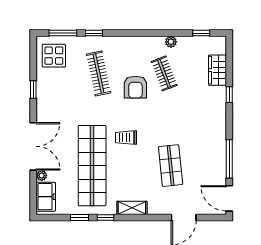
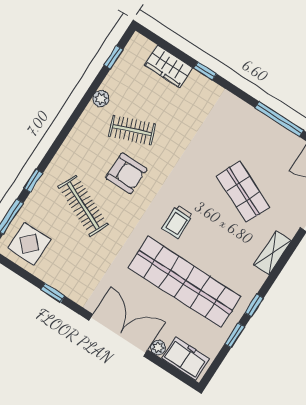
clothes rail: (99, 73) -> (83, 206), turned 36
shop shelf: (171, 166) -> (243, 192), turned 30
shelving: (132, 208) -> (272, 253), moved

